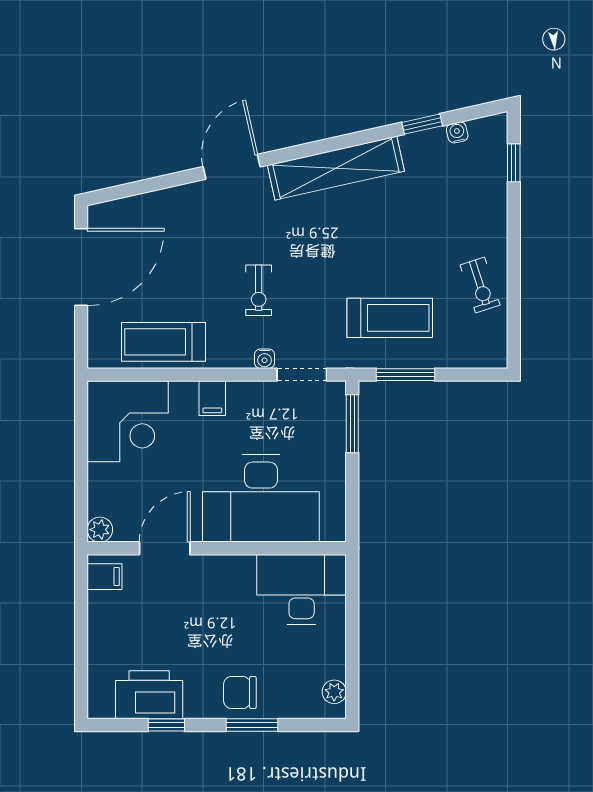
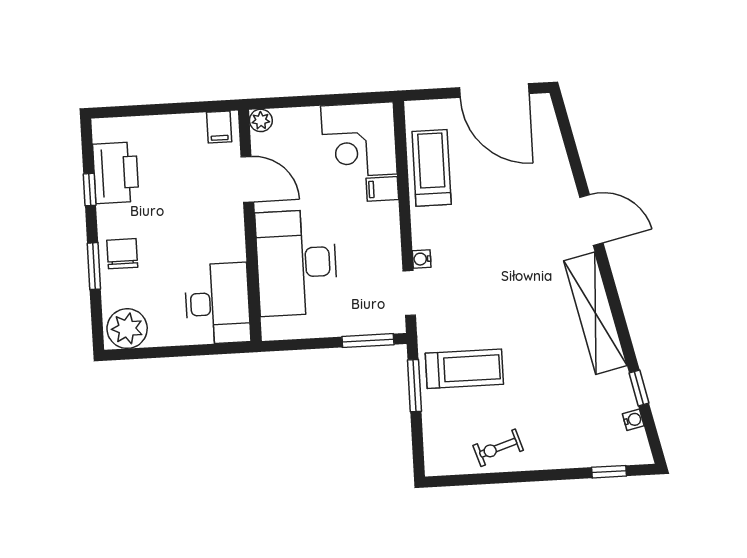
exercise bike: (259, 290) -> (482, 250), removed
treadmill: (390, 318) -> (464, 369), turned -90
filing cabinet: (212, 398) -> (382, 189), moved
plant: (334, 692) -> (127, 329), width x1.88, depth x1.88

